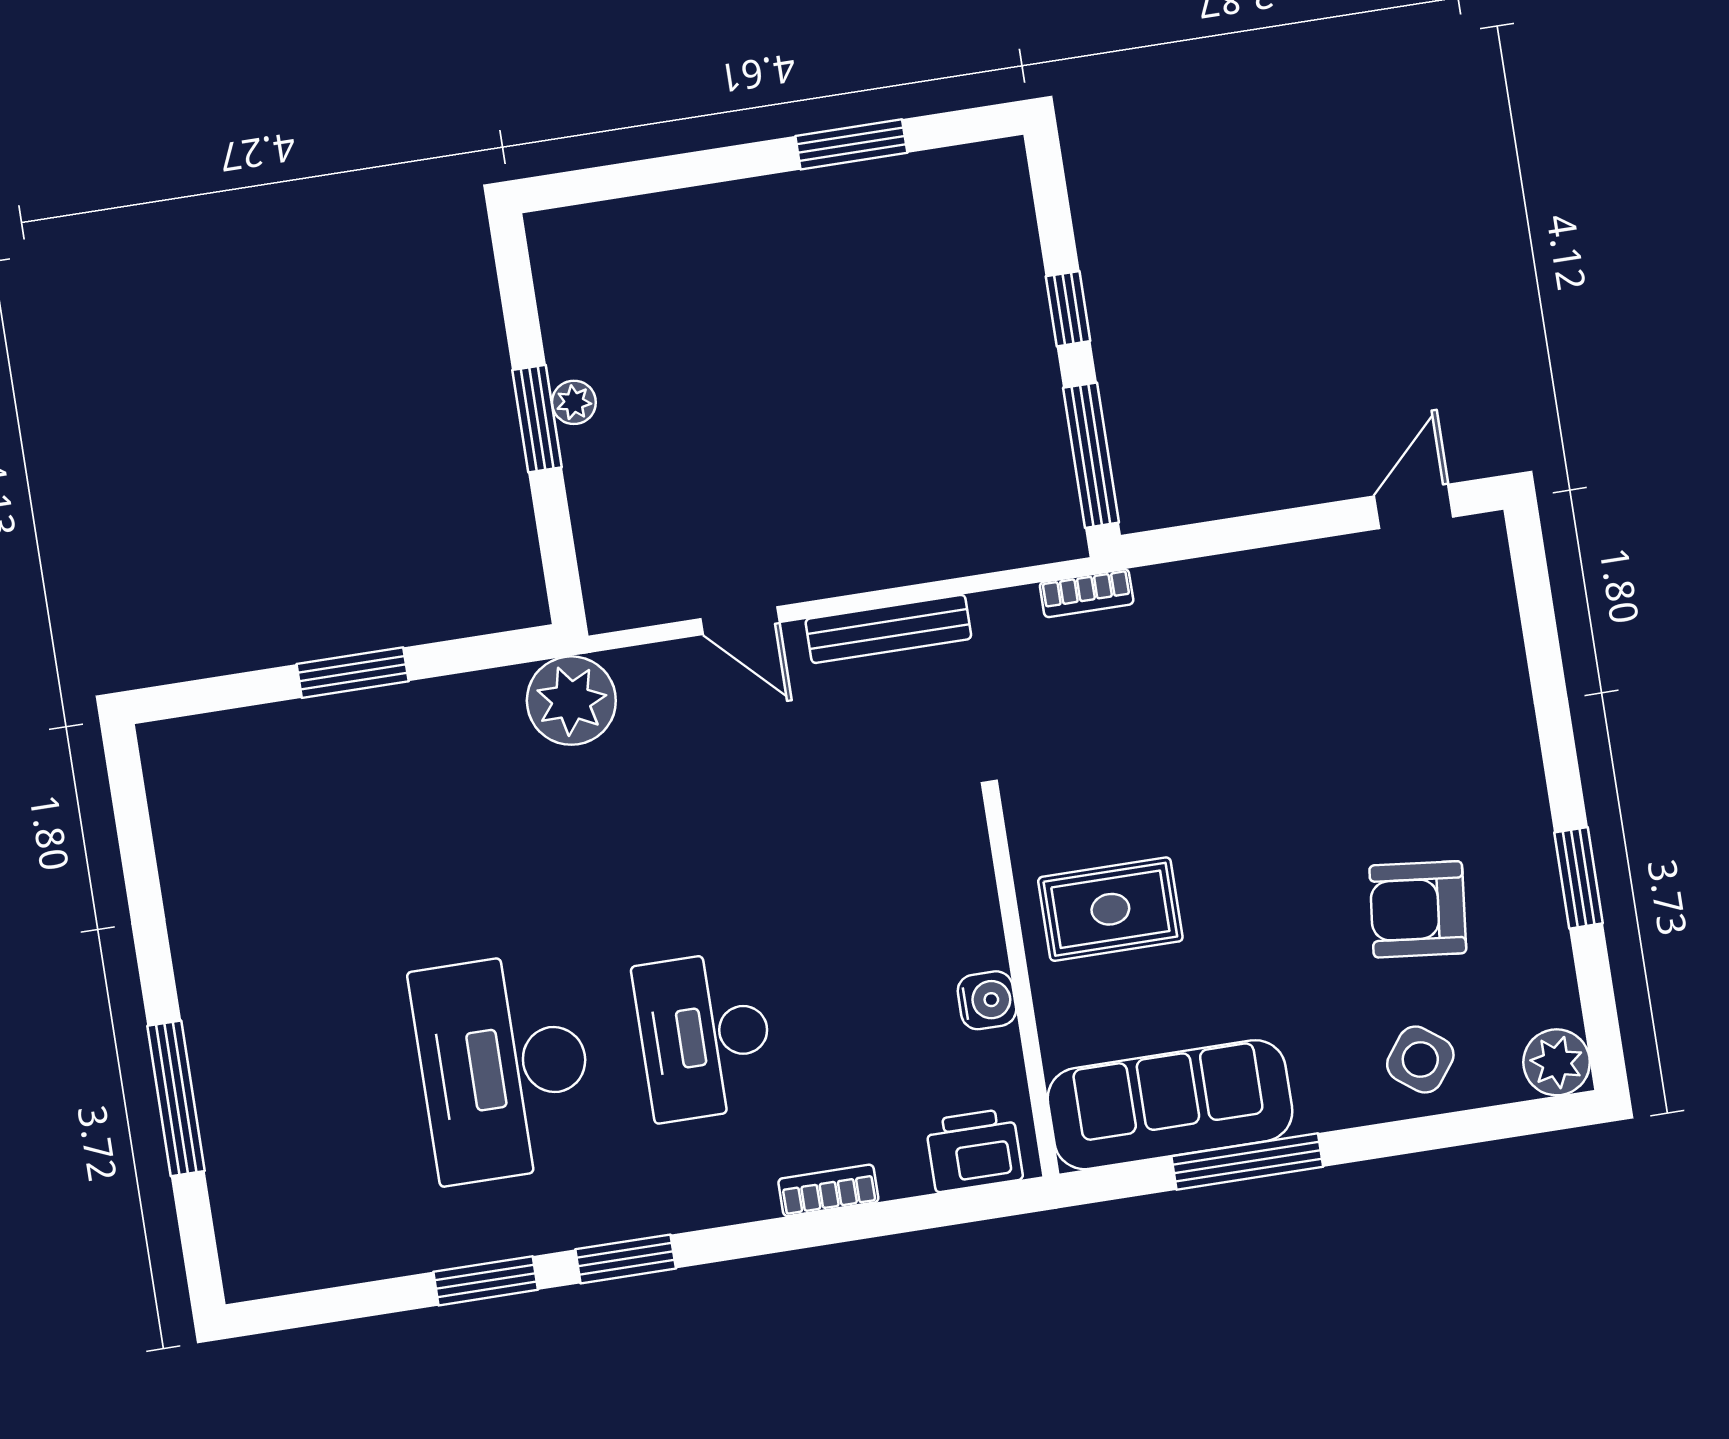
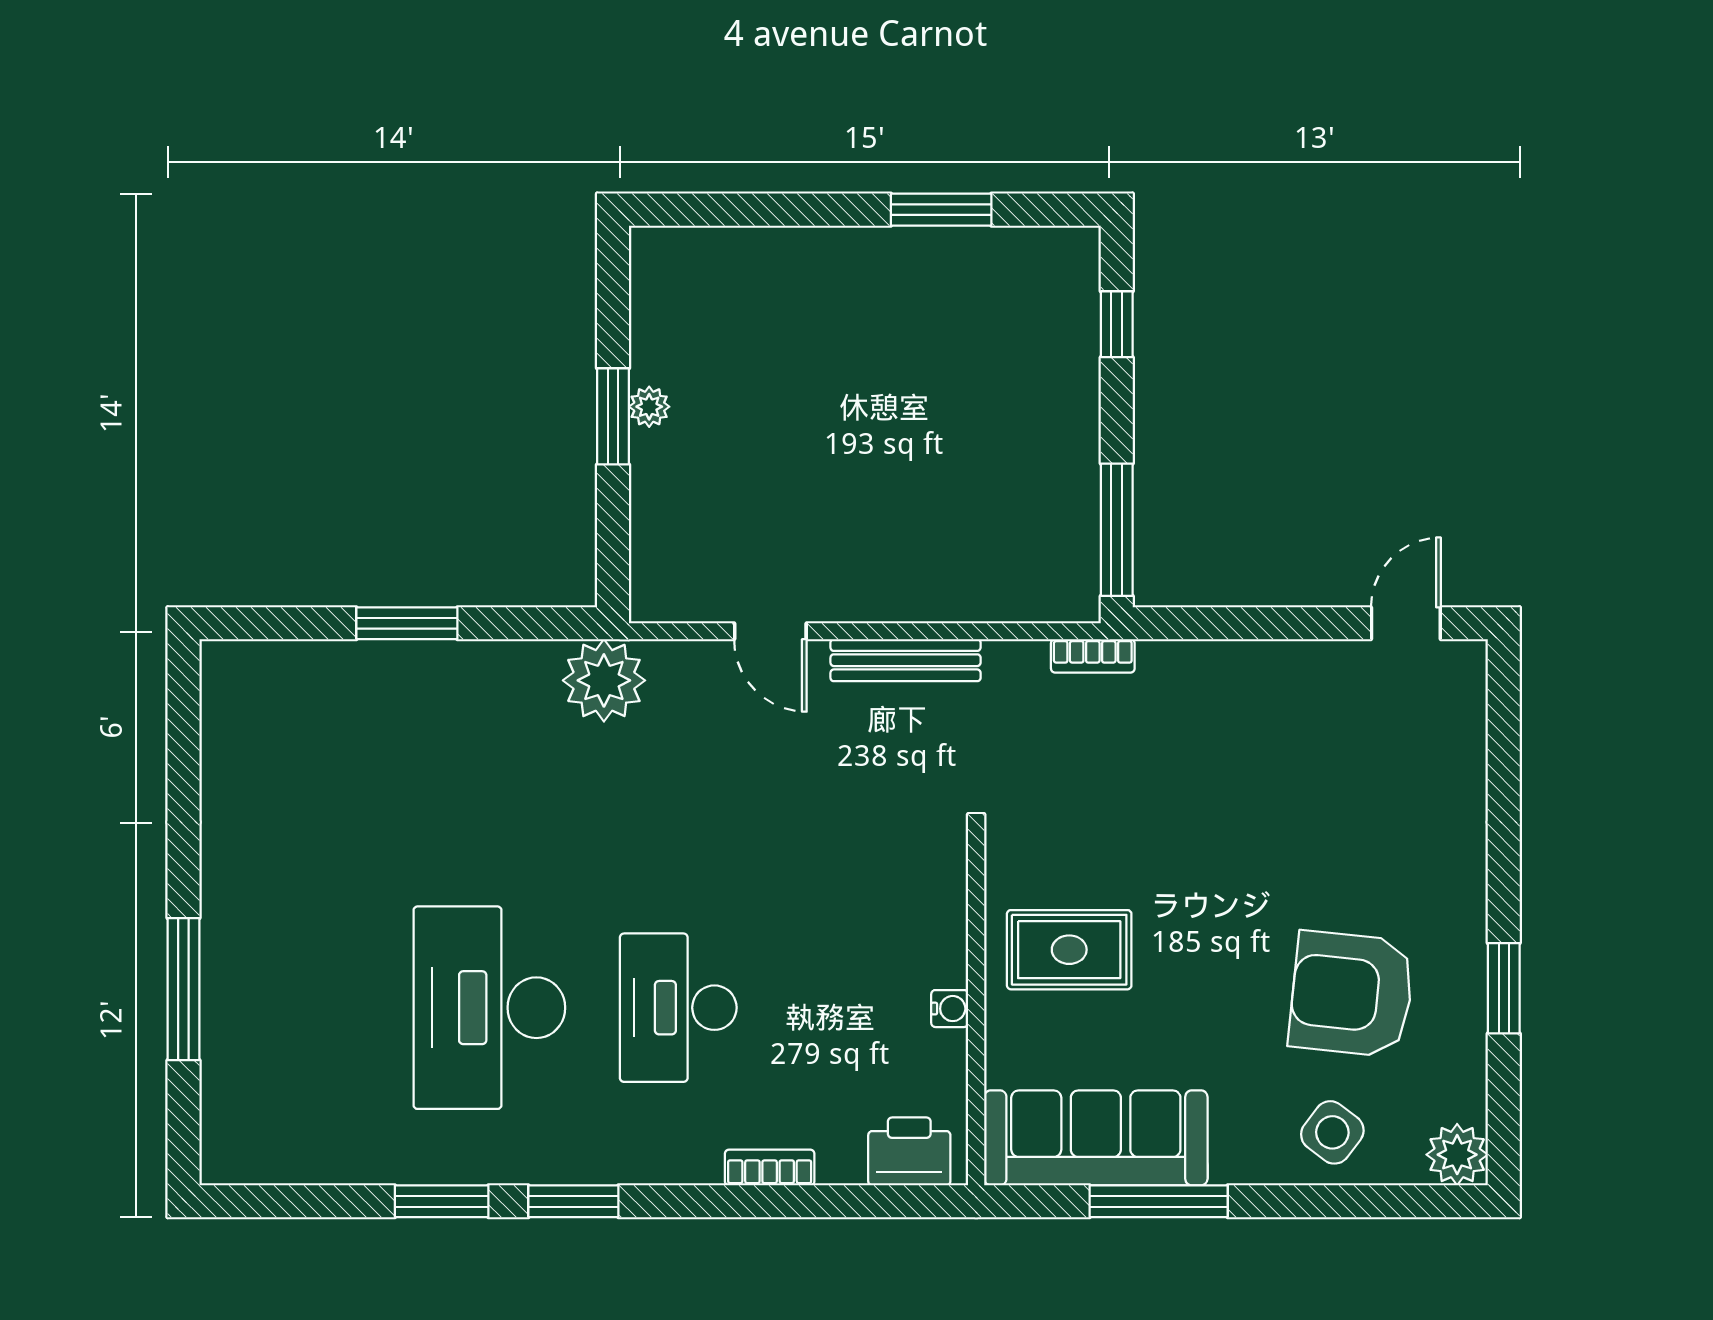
window: (1068, 309) -> (1117, 324), moved
armchair: (1418, 909) -> (1352, 994), width x1.36, depth x1.36
water cooler: (987, 1000) -> (950, 1009), width x0.72, depth x0.72

